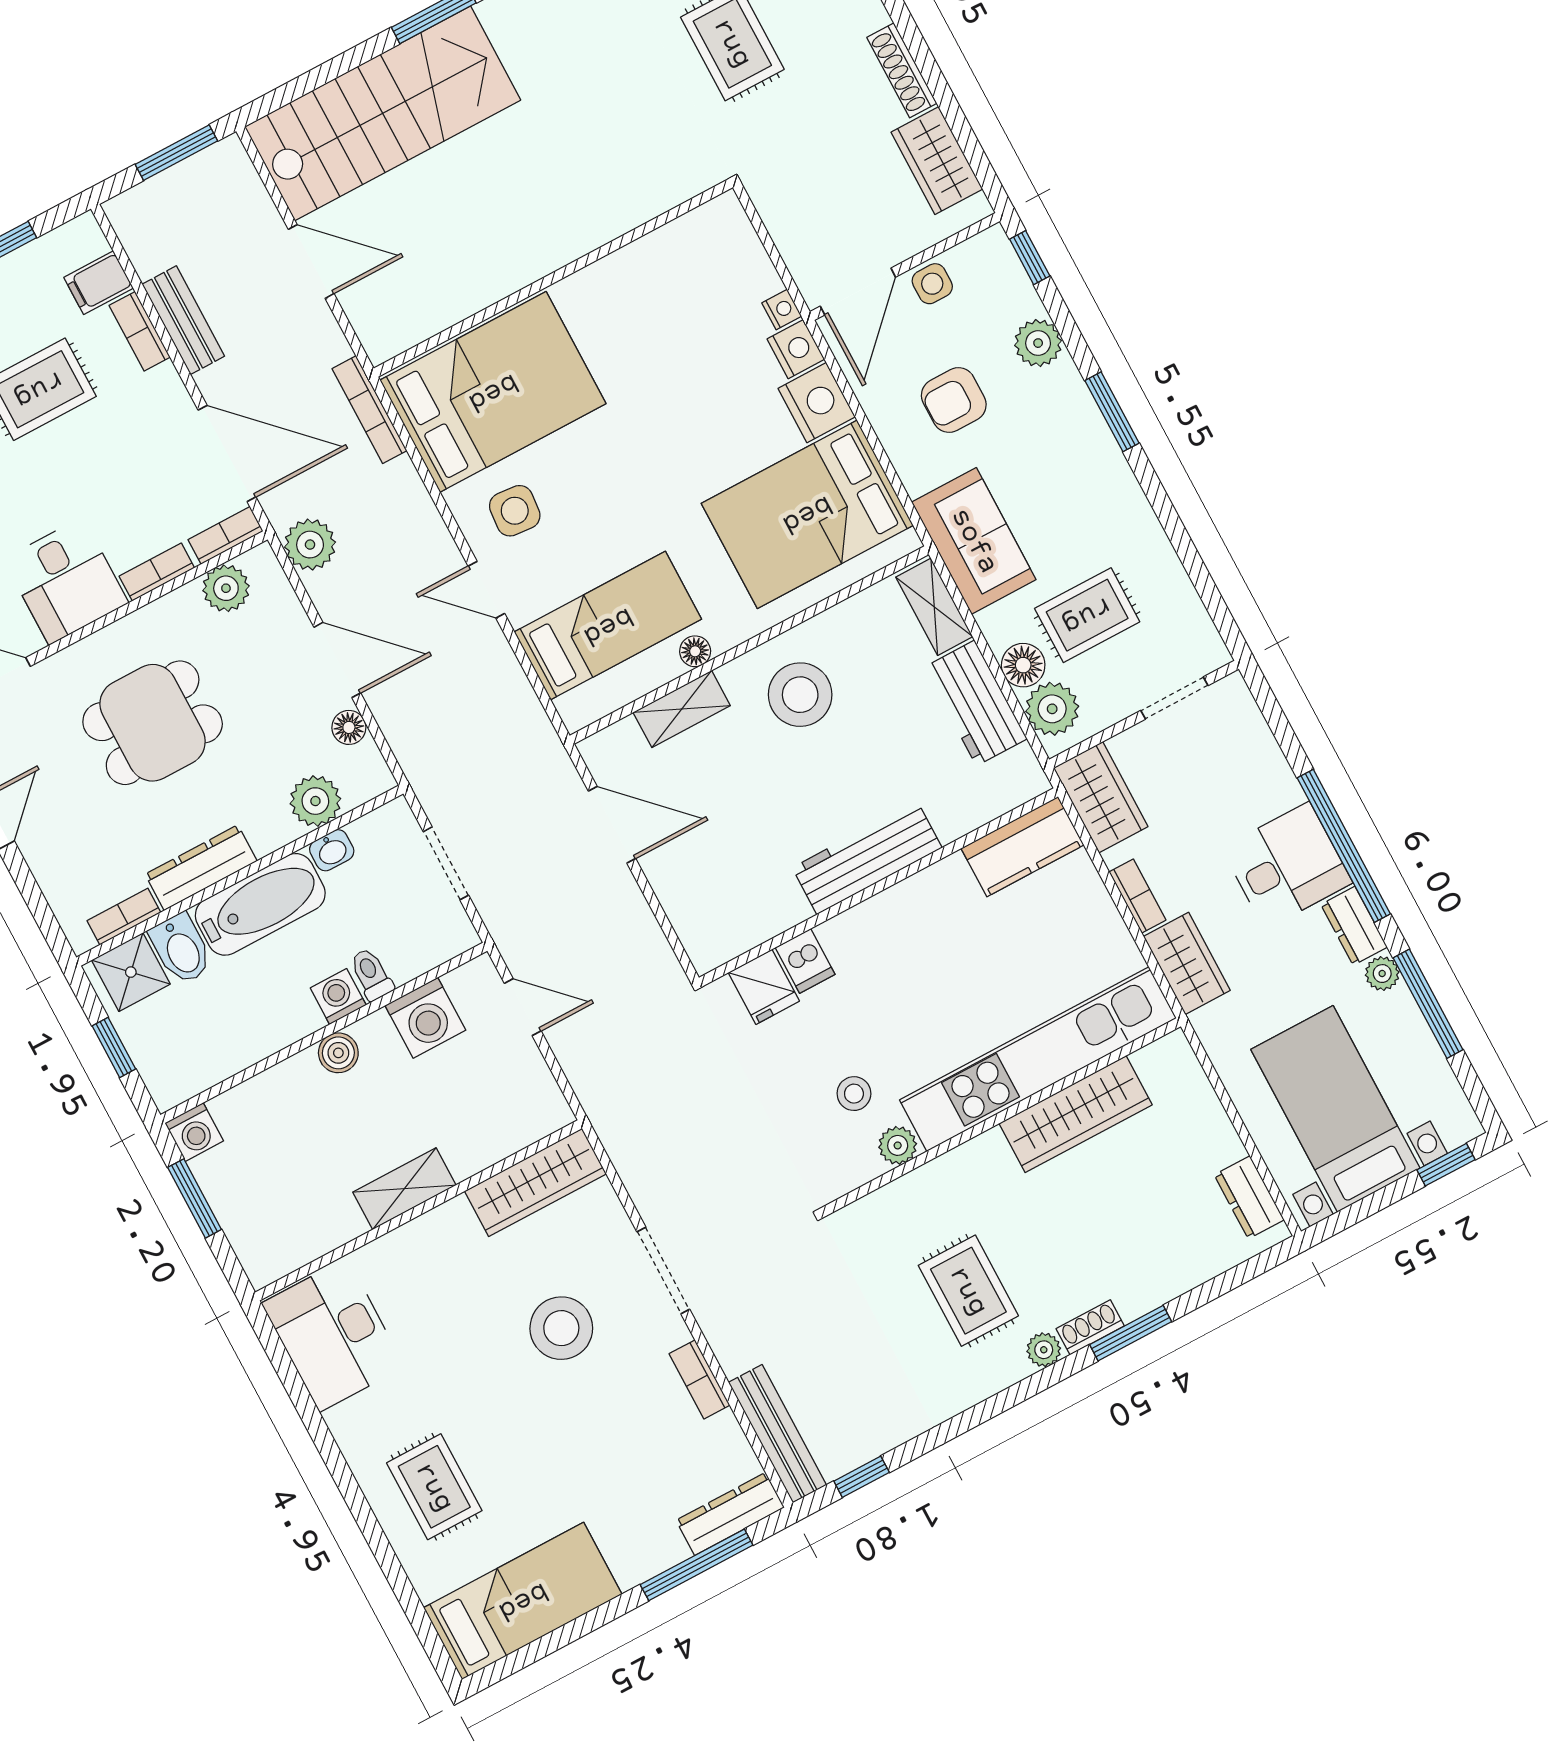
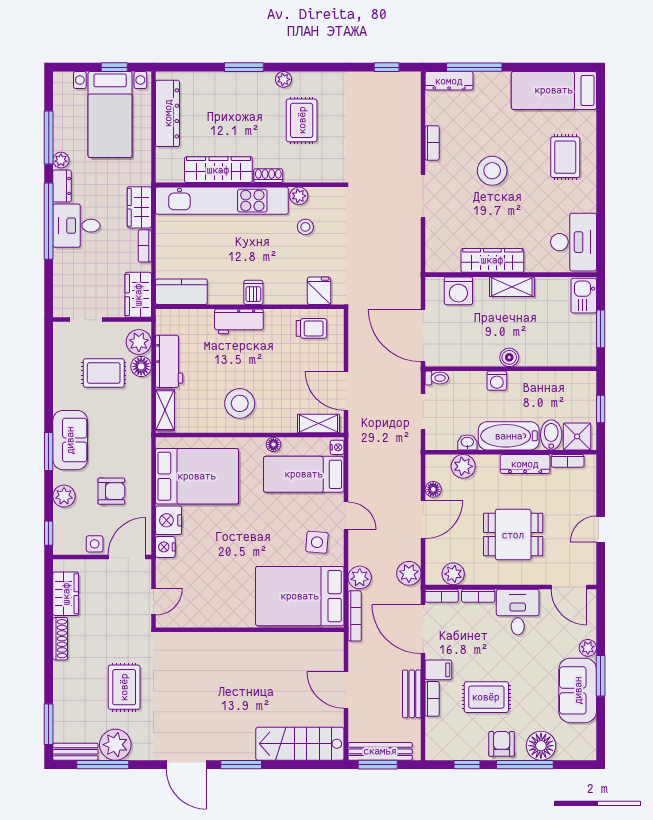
stairs: (383, 113) -> (300, 744), width x0.73, depth x0.66
door: (763, 234) -> (153, 602), added
filing cabinet: (99, 283) -> (438, 670), moved
nightstand: (782, 309) -> (337, 447), moved, turned 180
plant: (399, 487) -> (360, 577), added
sofa: (974, 541) -> (70, 440), moved, turned 180
door: (337, 660) -> (423, 520), swing flipped
shelving: (682, 709) -> (318, 424), moved
workbench: (867, 858) -> (239, 321), width x0.73
trolley: (740, 908) -> (312, 328), added
dishwasher: (805, 961) -> (253, 292), moved
toilet: (371, 974) -> (437, 378), moved, turned -90
door: (523, 1007) -> (423, 336), width x1.87
washing machine: (425, 1018) -> (458, 291), moved, turned 180
washing machine: (194, 1132) -> (586, 356), removed
window: (1446, 1165) -> (114, 67), moved
wardrobe: (535, 1182) -> (492, 260), moved
dresser: (1249, 1197) -> (168, 113), width x1.96, depth x1.24
kitchen sink: (260, 1244) -> (584, 296), added
shoe rack: (1090, 1327) -> (268, 176), moved, turned 180
stool: (561, 1328) -> (492, 171), moved
bench: (777, 1434) -> (380, 751), moved, turned 90

